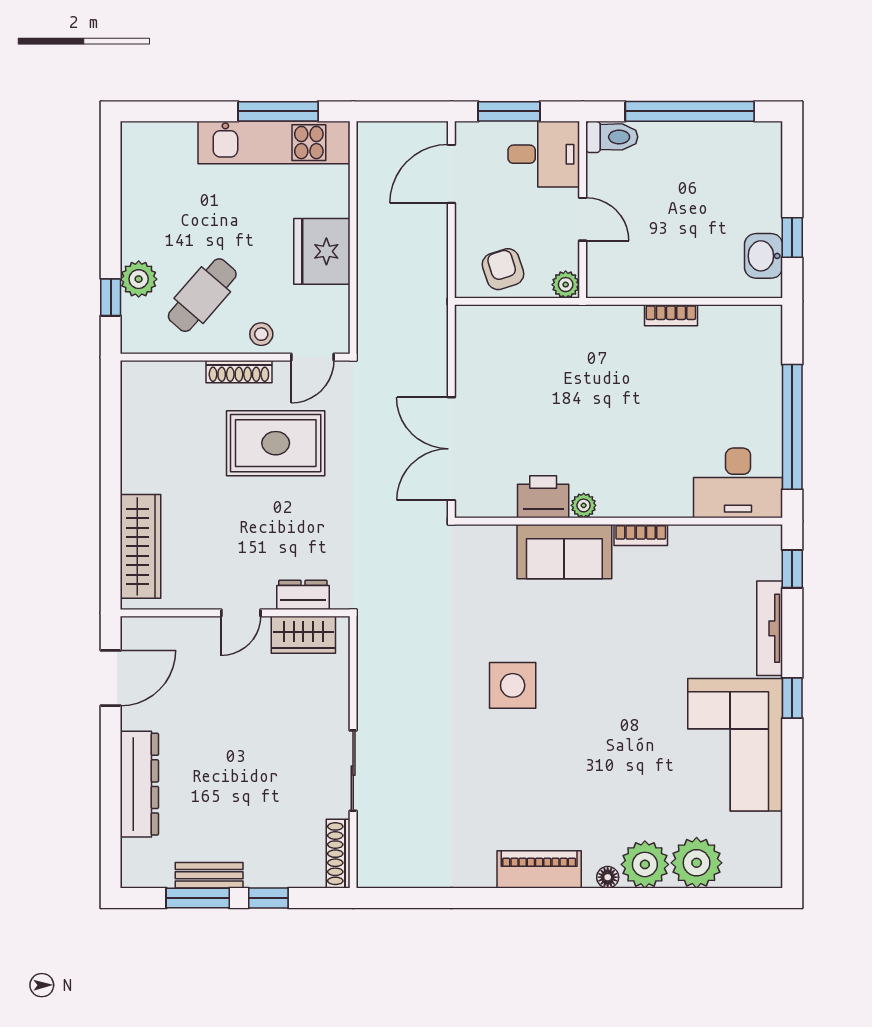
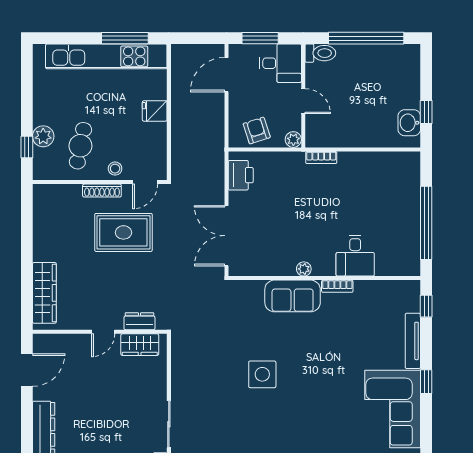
kitchen unit: (274, 143) -> (106, 56), width x1.36
fridge: (322, 251) -> (155, 111), width x0.53, depth x0.75
cafe table: (202, 295) -> (80, 146), turned -30
bookcase: (671, 315) -> (321, 158), moved
desk: (738, 483) -> (355, 256), moved, width x0.73
printer: (543, 497) -> (241, 175), moved, turned 90

